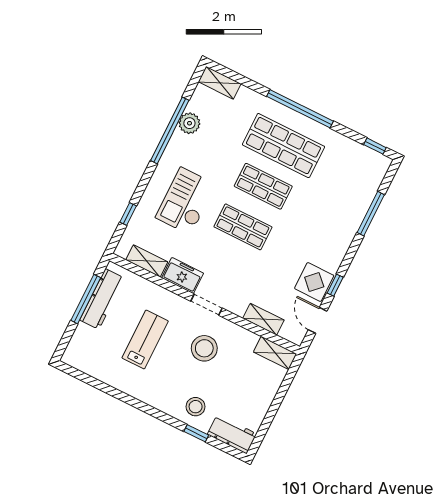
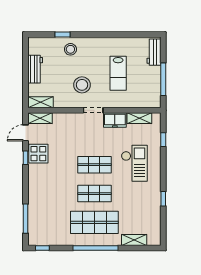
shelving: (220, 83) -> (134, 240), moved
plant: (189, 123) -> (154, 208), removed
window: (170, 130) -> (163, 199), width x0.32
window: (371, 214) -> (26, 219), moved
workbench: (102, 299) -> (154, 52), moved, width x0.73
shelving: (263, 319) -> (40, 118), moved
door: (318, 320) -> (26, 133), swing flipped
workbench: (232, 434) -> (35, 69), moved, turned -90

